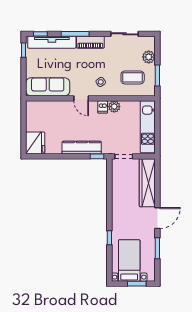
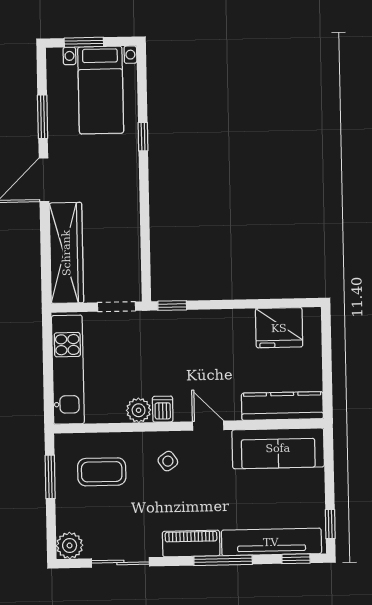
plant: (149, 57) -> (70, 545), moved
fridge: (35, 143) -> (279, 328), moved, turned -90
kitchen counter: (82, 148) -> (282, 406), moved, turned 180

